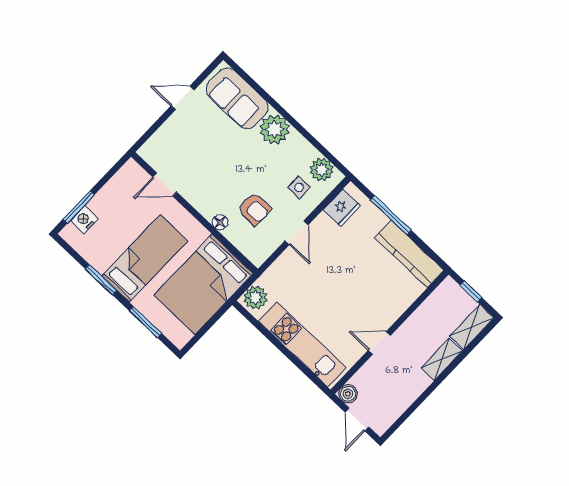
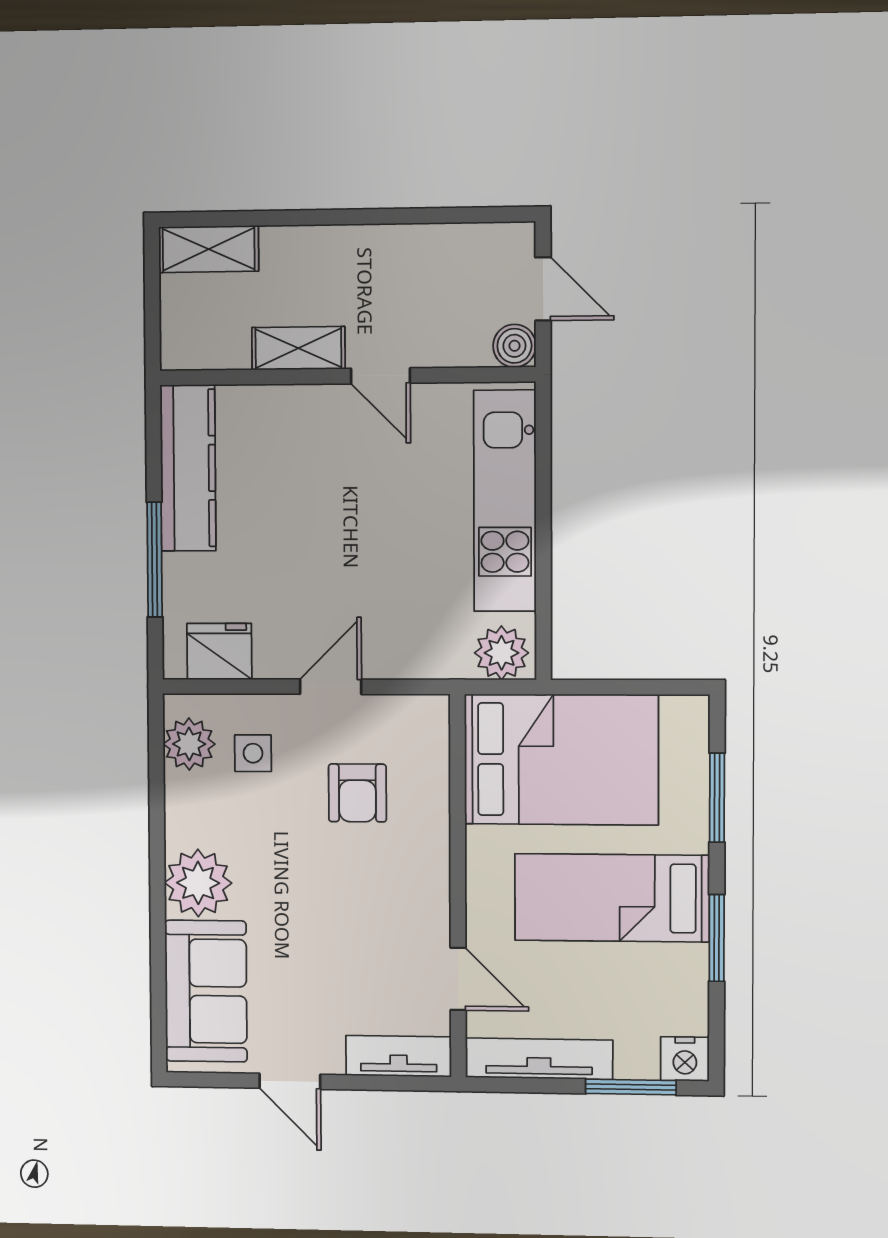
tv unit: (158, 141) -> (399, 1056), added
tv unit: (115, 186) -> (539, 1059), added
armchair: (255, 209) -> (357, 793), turned 180
nightstand: (84, 220) -> (685, 1059), moved
floor lamp: (220, 222) -> (433, 829), removed
window: (471, 291) -> (152, 307), removed
shelving: (442, 359) -> (298, 348), moved
door: (357, 420) -> (543, 289), hinge flipped

